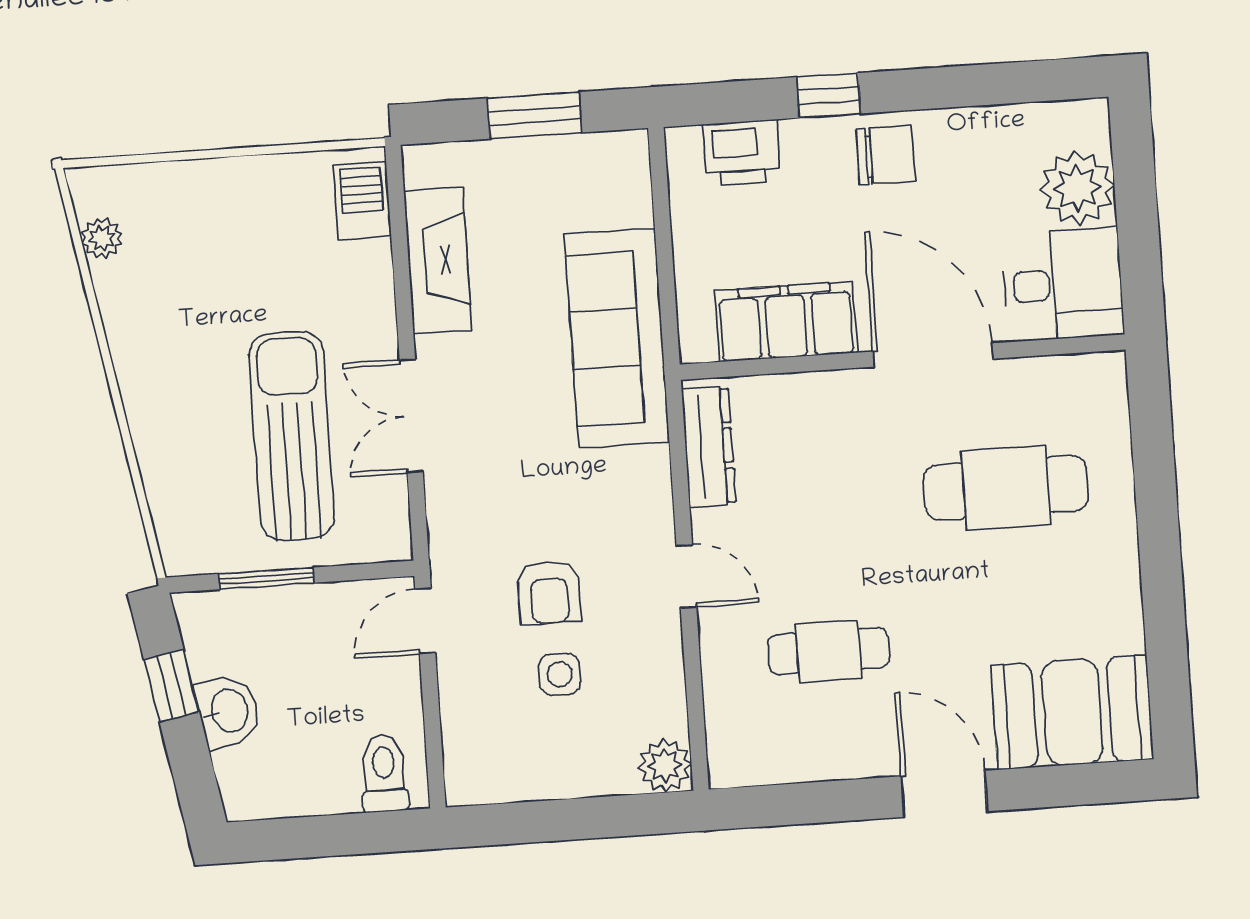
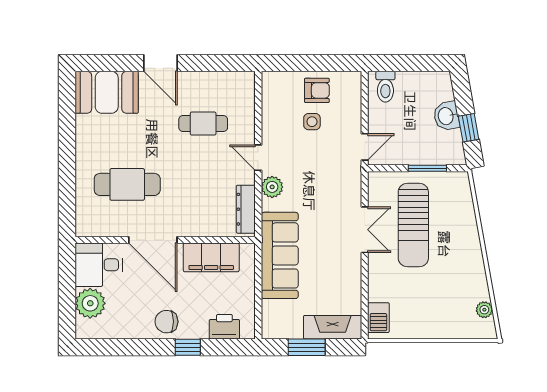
fireplace: (438, 260) -> (333, 327), moved, turned 90
armchair: (549, 592) -> (317, 90), moved, turned 90
plant: (665, 766) -> (272, 187), moved

